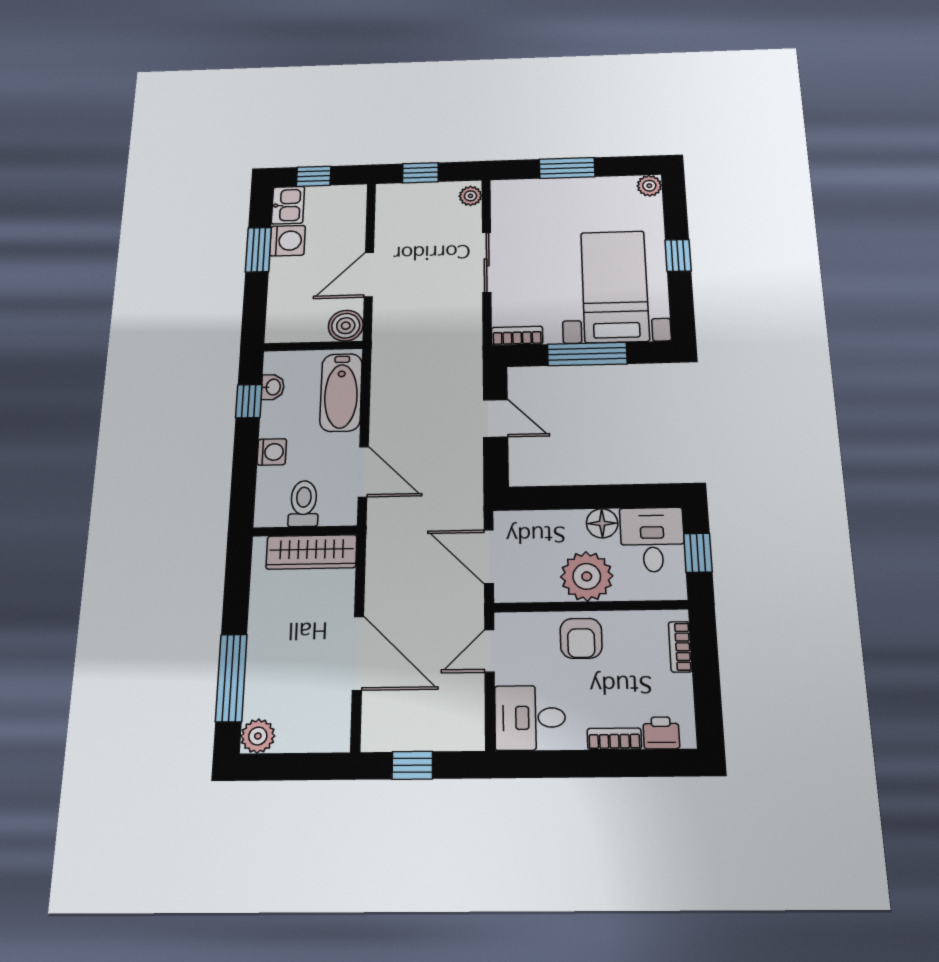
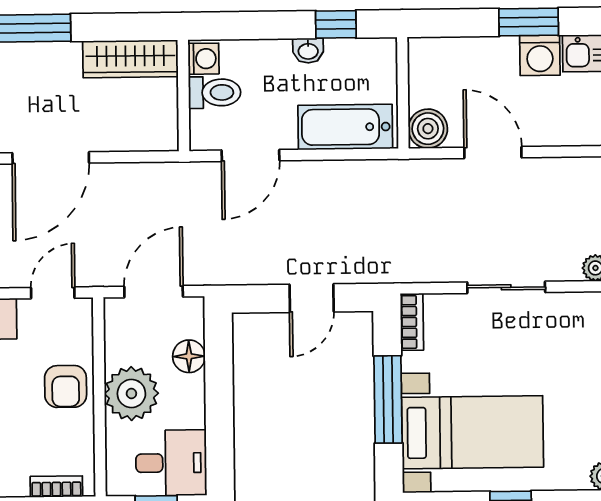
washbasin: (273, 387) -> (308, 51), moved
washing machine: (272, 452) -> (203, 59), moved, turned -90
floor lamp: (602, 523) -> (189, 356), moved
wardrobe: (311, 552) -> (130, 59), moved, turned -90
armchair: (581, 638) -> (66, 386), turned -90
door: (489, 651) -> (53, 293), hinge flipped

